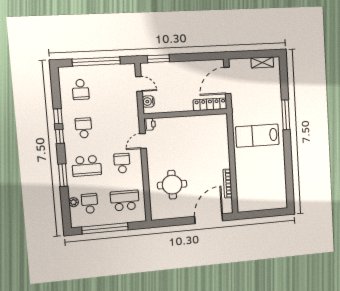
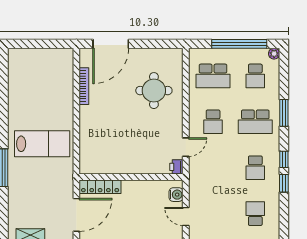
school desk: (87, 166) -> (255, 122), turned 180
plant: (73, 202) -> (274, 54), moved

